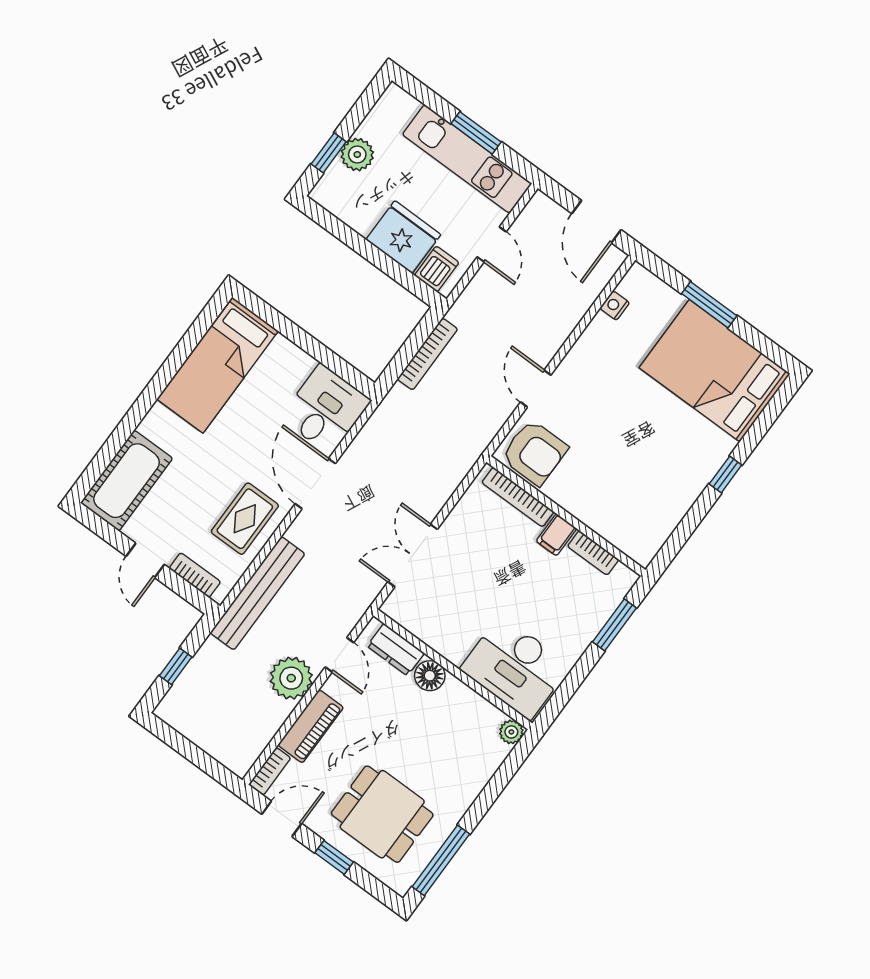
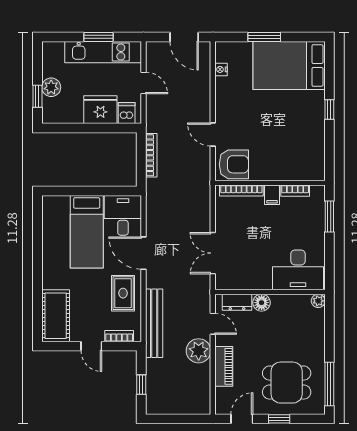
bed: (218, 365) -> (87, 232), moved
bookcase: (270, 771) -> (220, 401), removed

